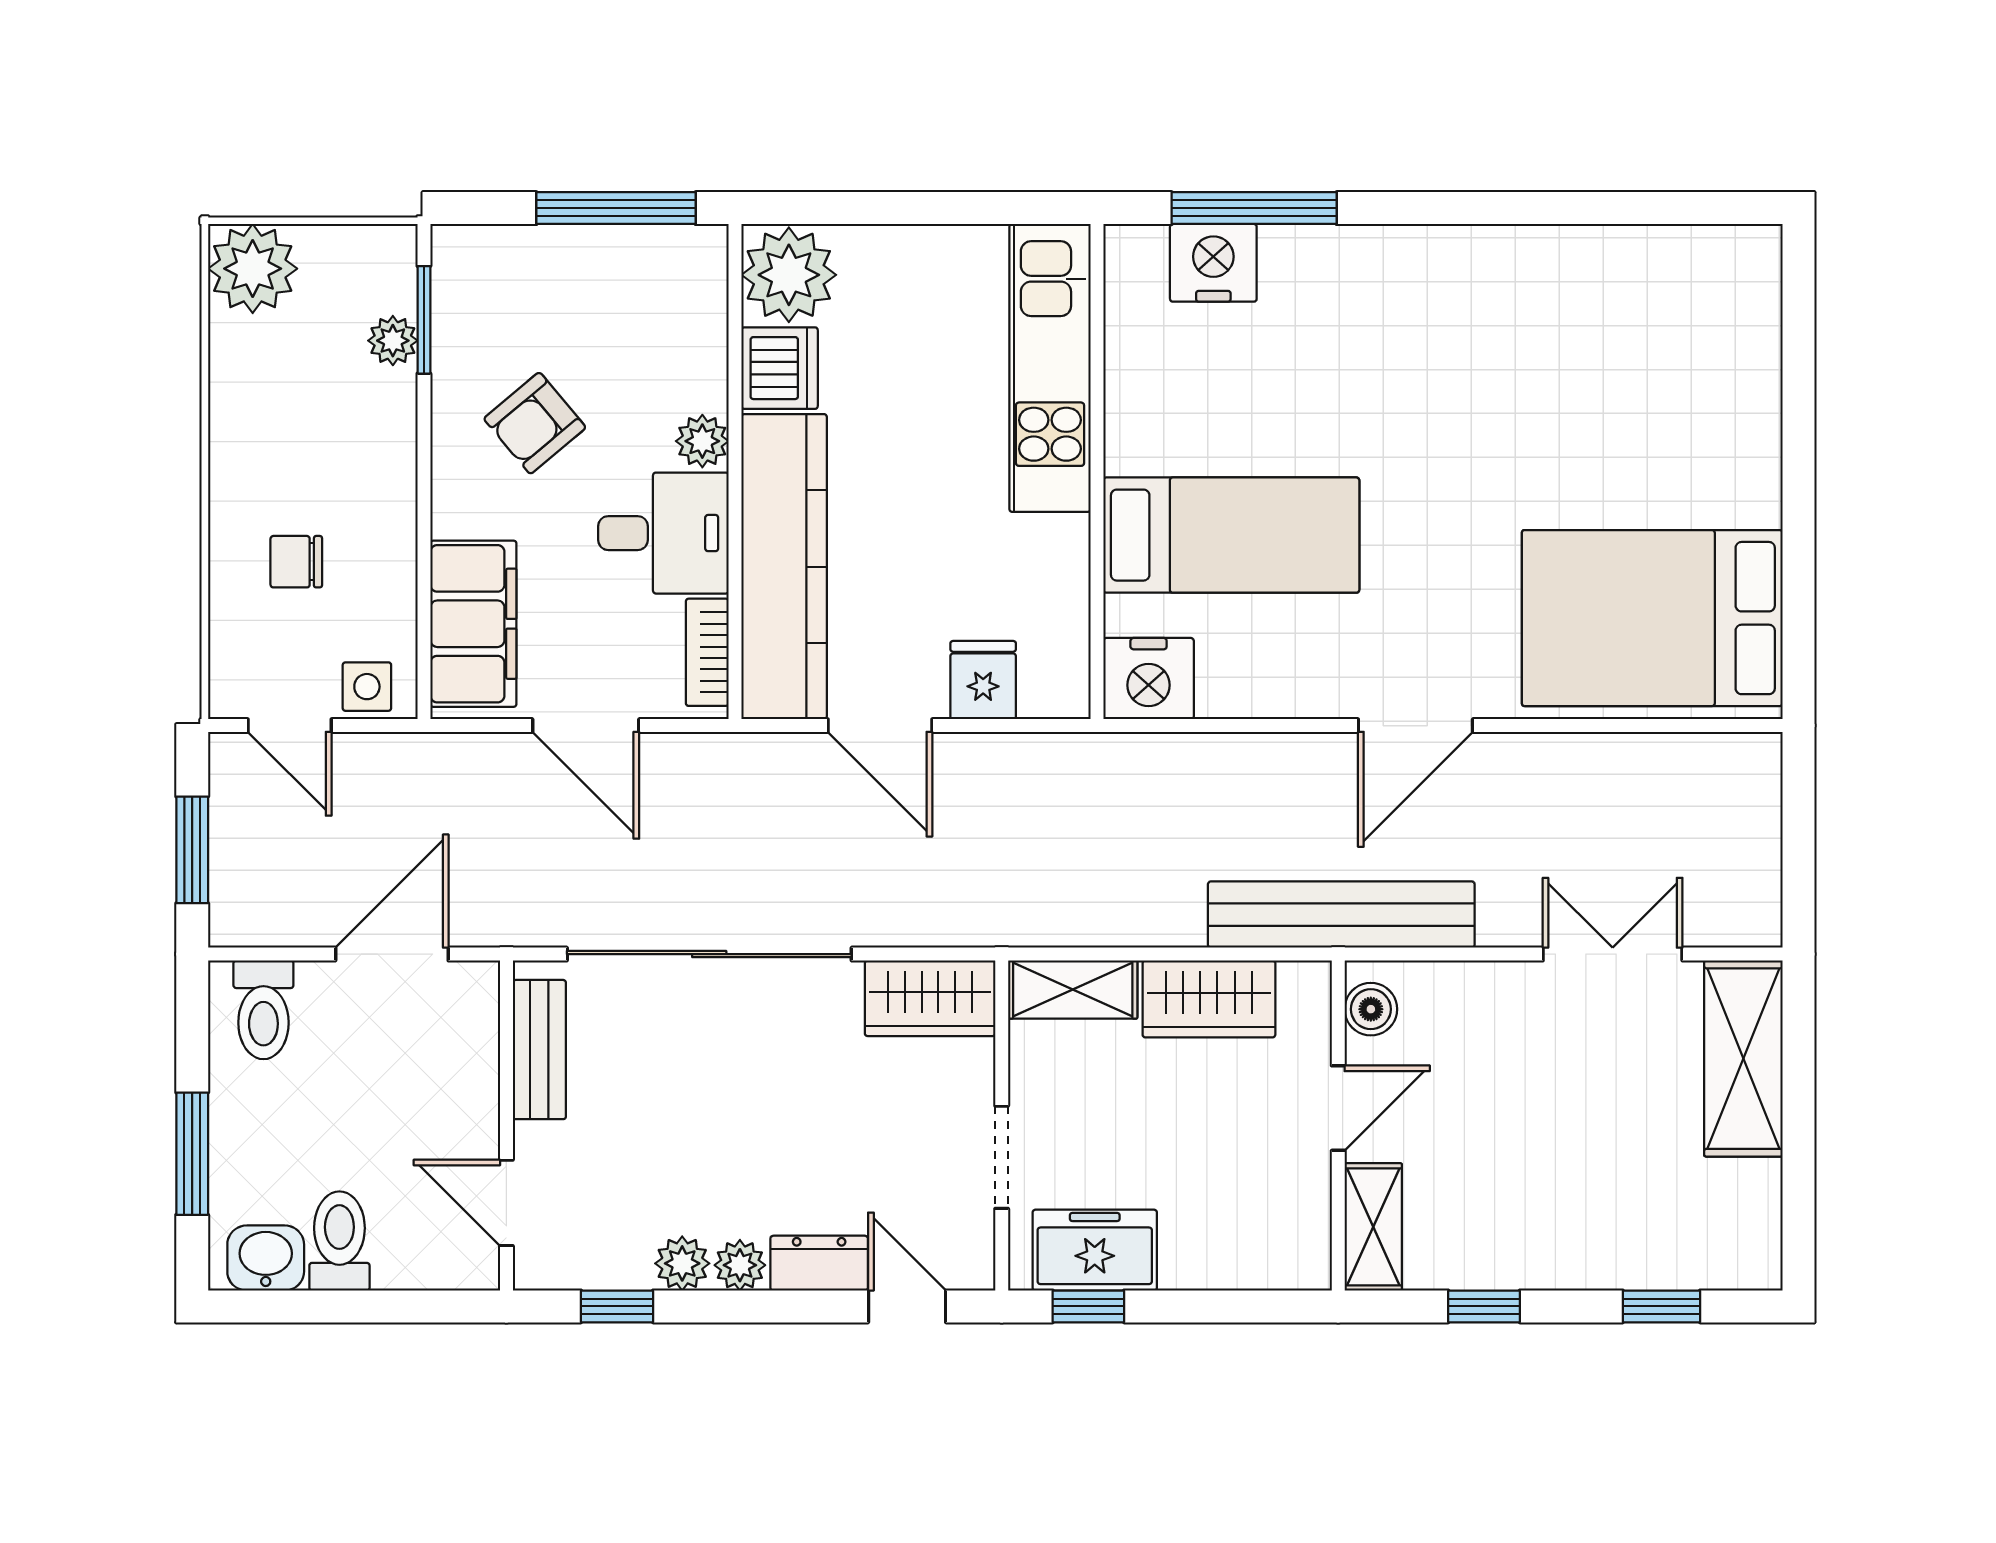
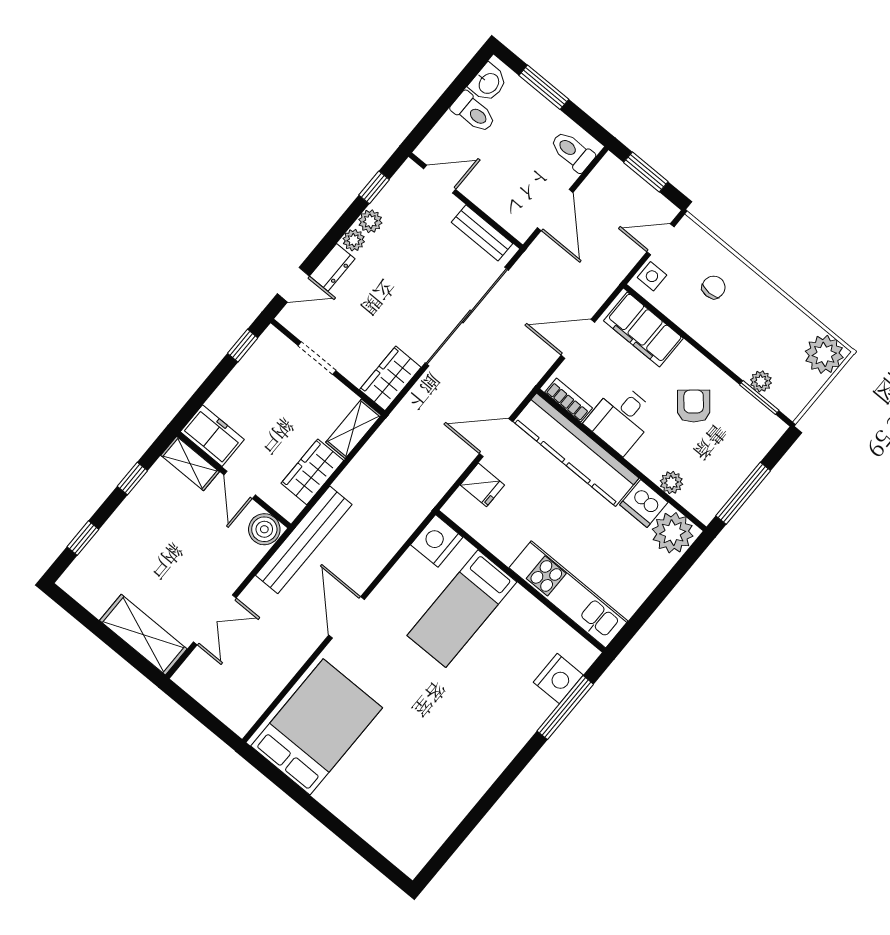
plant: (702, 441) -> (671, 483), moved
boiler: (1371, 1009) -> (264, 529), width x1.36, depth x1.36
freezer: (1095, 1250) -> (212, 436), moved, turned -90

